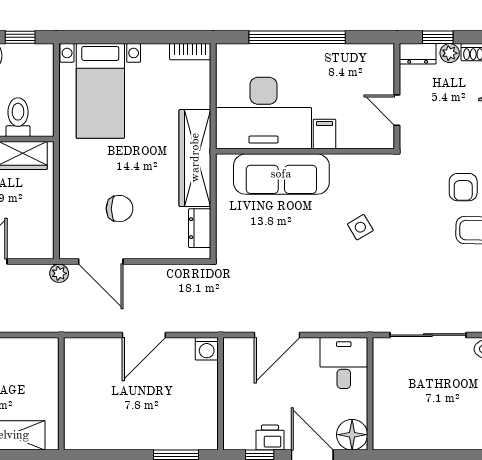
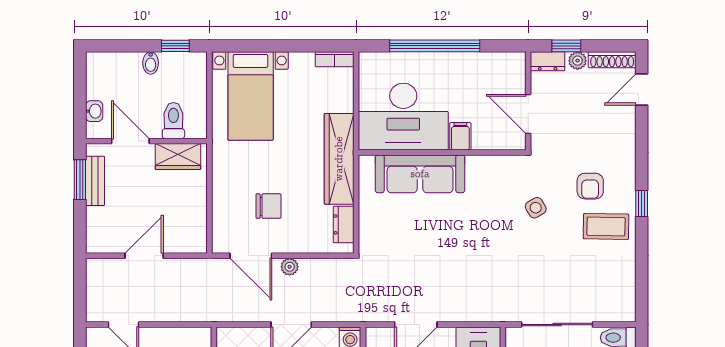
door: (397, 110) -> (528, 114), width x1.38
side table: (360, 227) -> (536, 208), moved
plant: (59, 273) -> (290, 267), moved

